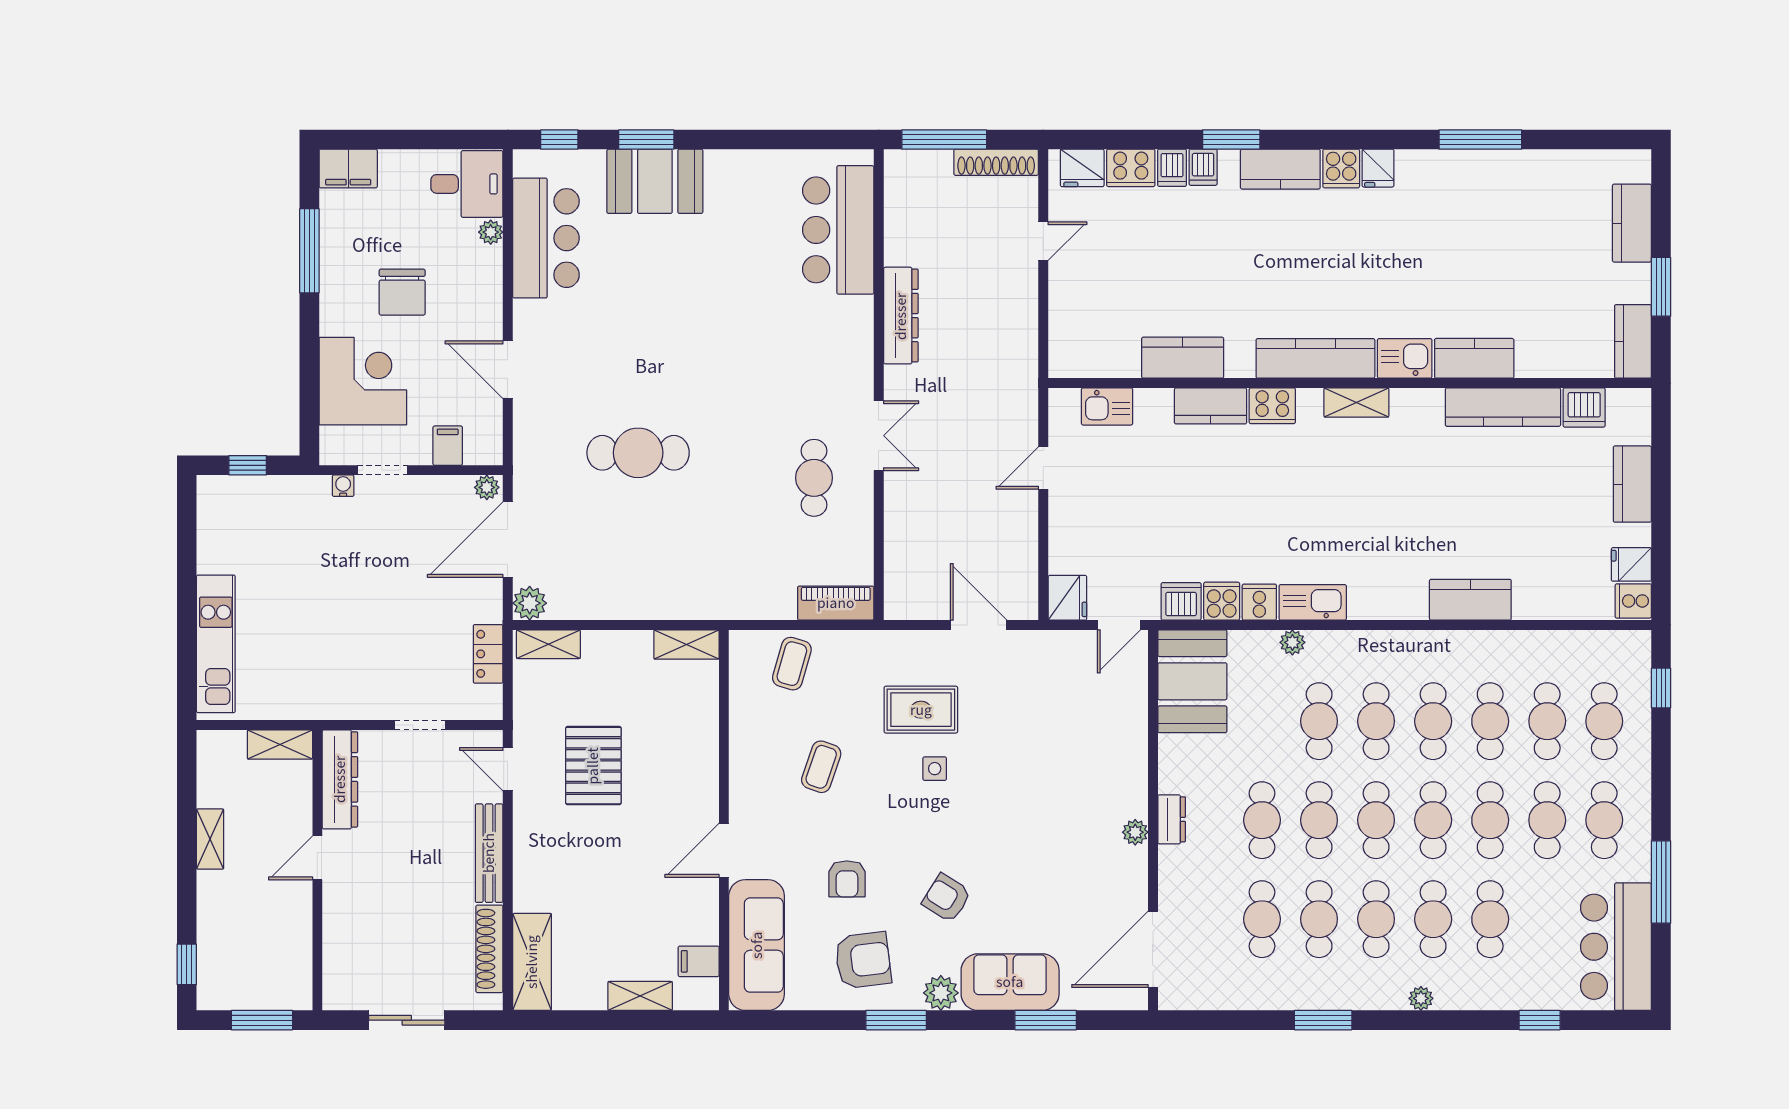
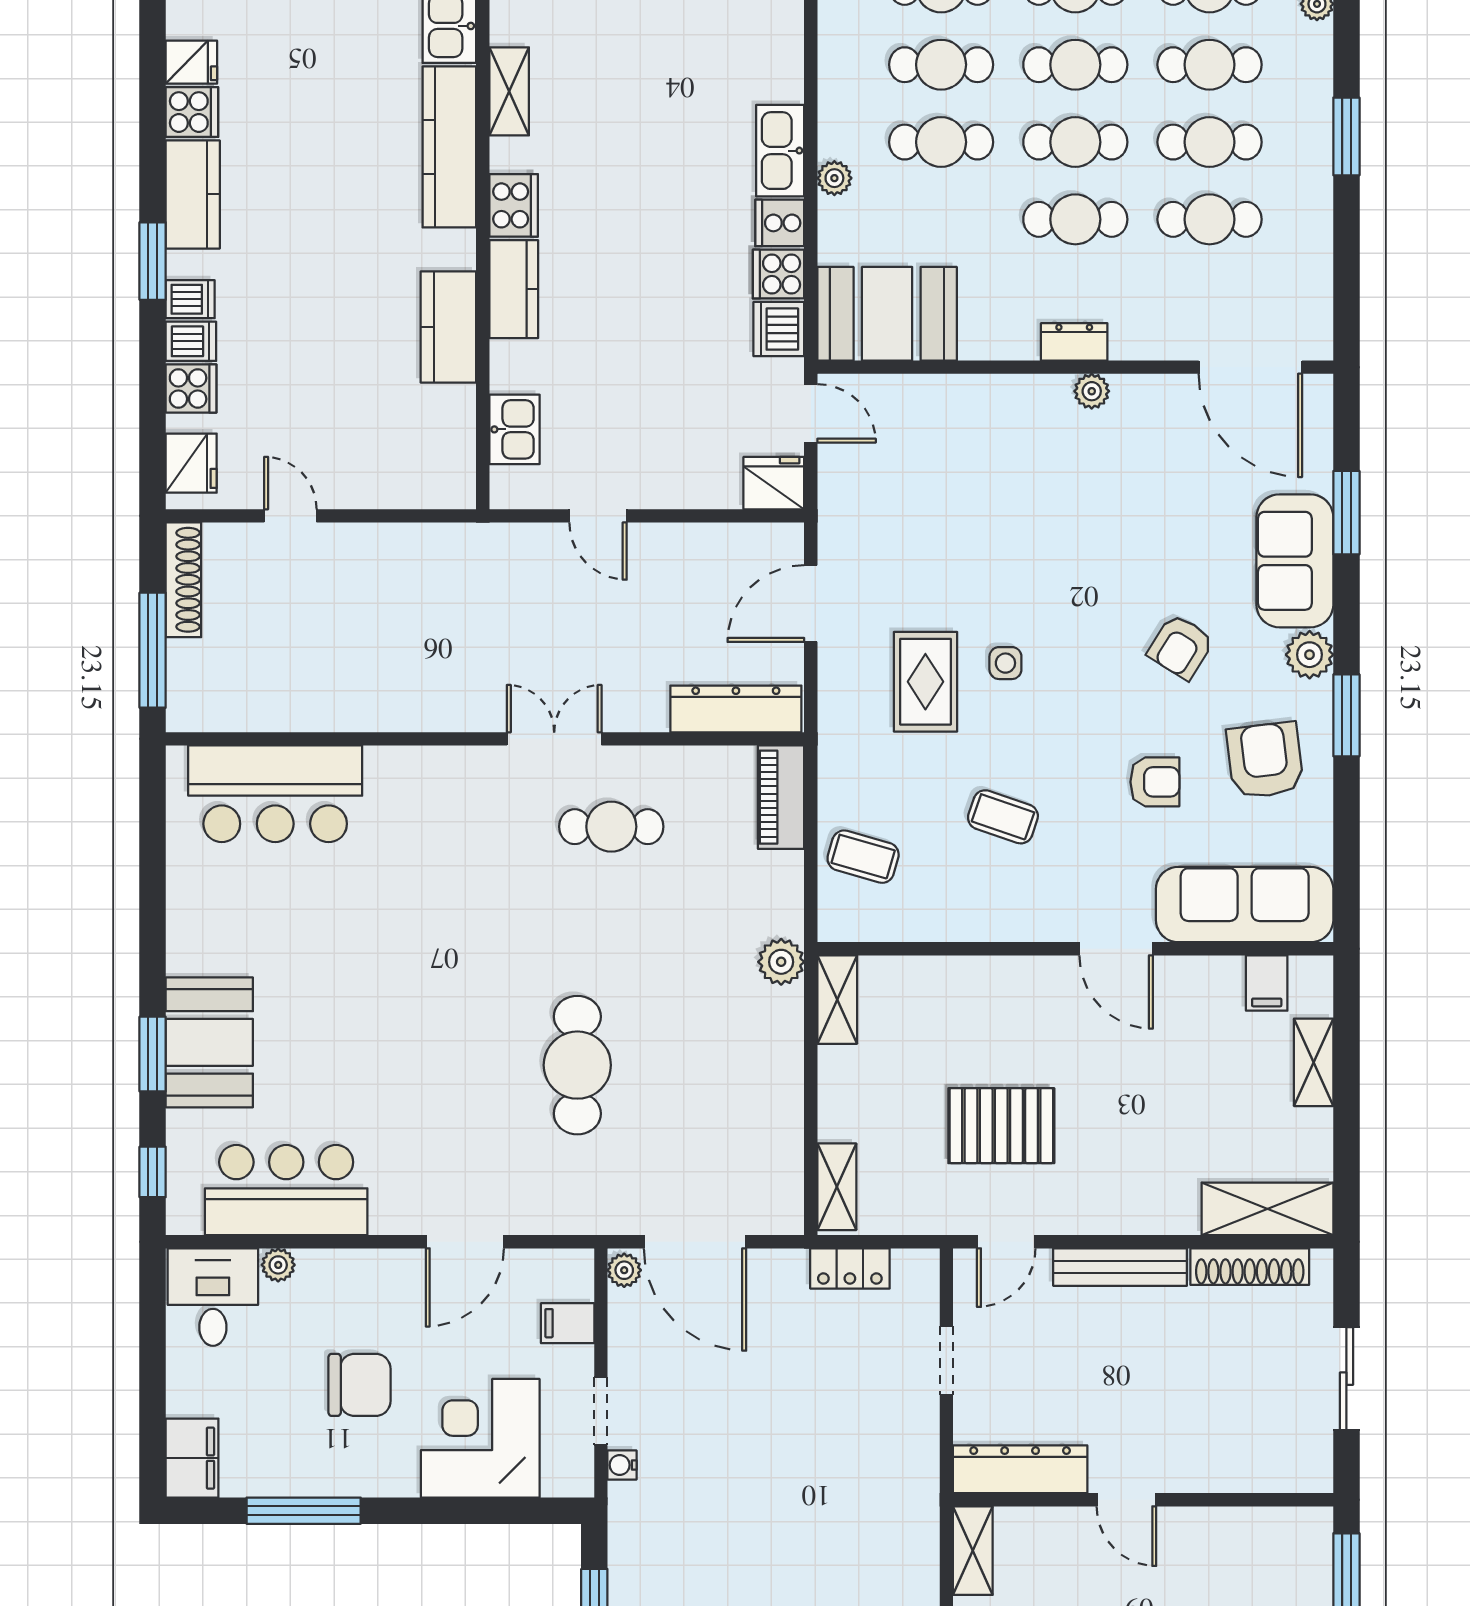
cooker: (1131, 168) -> (191, 388), width x0.73
dresser: (901, 316) -> (736, 709), moved
plant: (530, 603) -> (781, 962), moved

